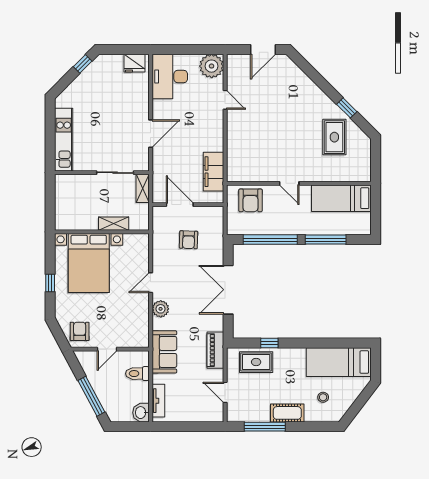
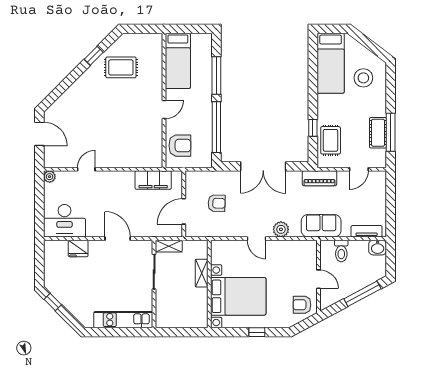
fridge: (134, 63) -> (78, 248), moved, turned 90
plant: (212, 66) -> (50, 177), width x0.53, depth x0.53
stool: (323, 397) -> (363, 78), width x1.89, depth x1.89
cot: (287, 413) -> (378, 133), moved

